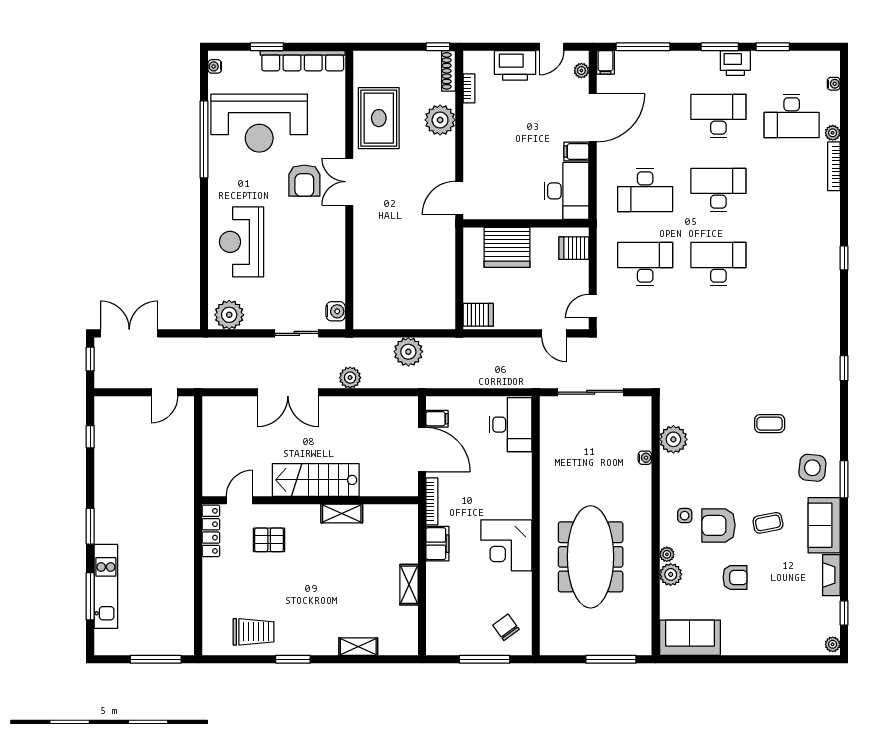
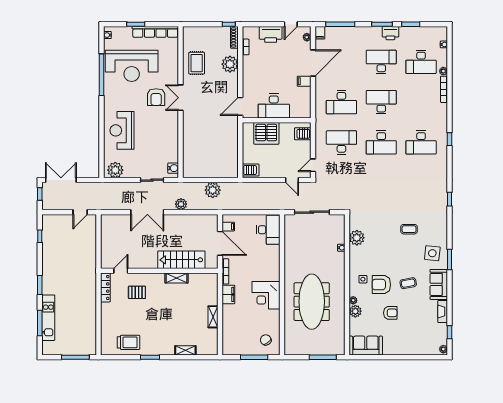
rug: (379, 118) -> (197, 63), width x0.73, depth x0.70
desk: (566, 191) -> (274, 106), moved, turned 90
desk: (718, 264) -> (381, 142), turned 180
desk: (792, 264) -> (421, 142), added
stairs: (316, 480) -> (181, 260), moved

